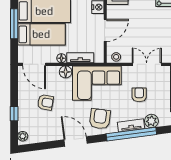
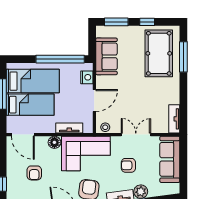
floor lamp: (61, 58) -> (50, 129), removed
armchair: (139, 95) -> (128, 165), turned -90
armchair: (45, 102) -> (34, 173), turned 80

